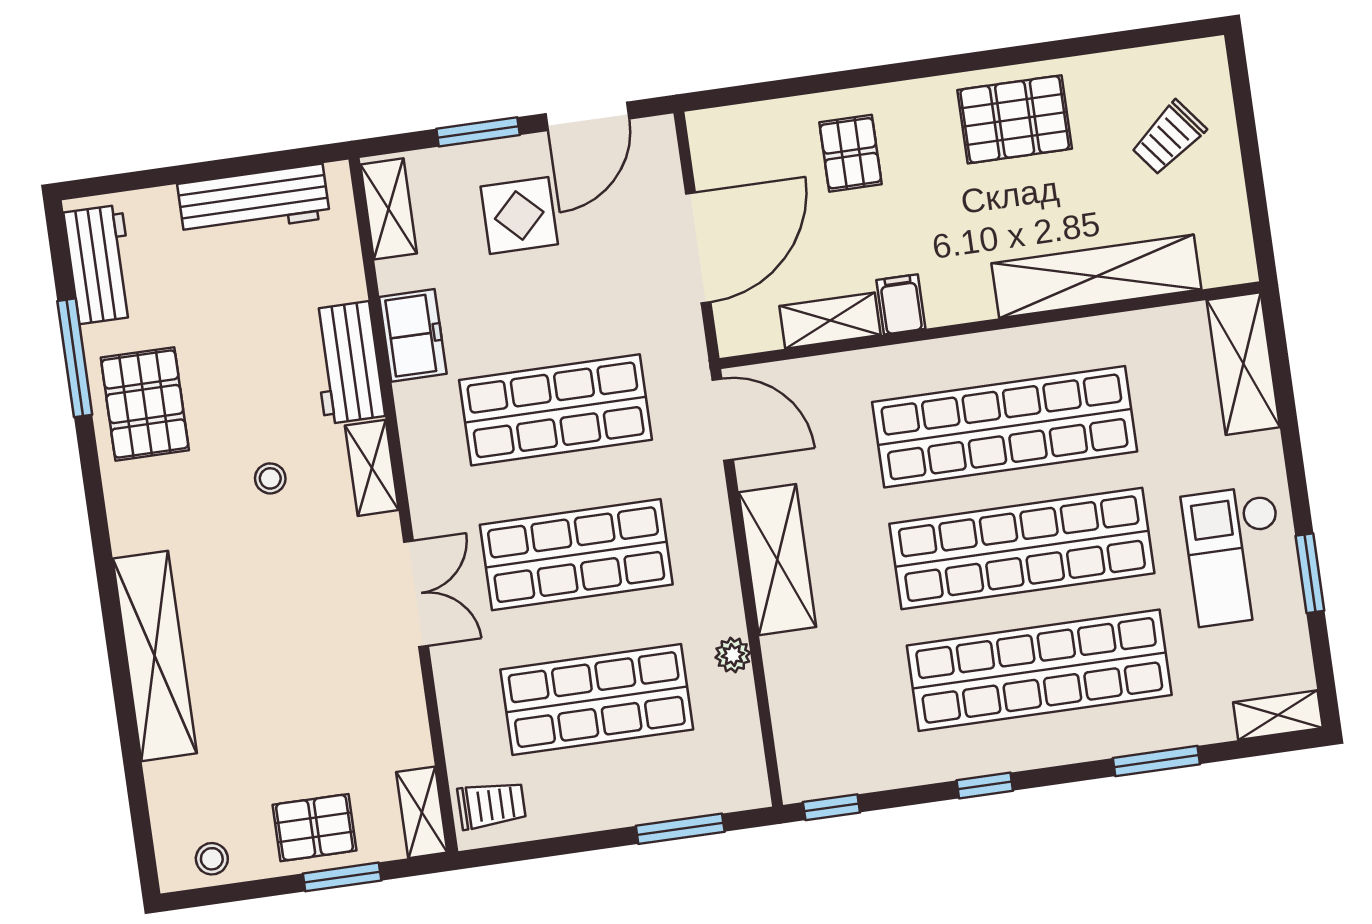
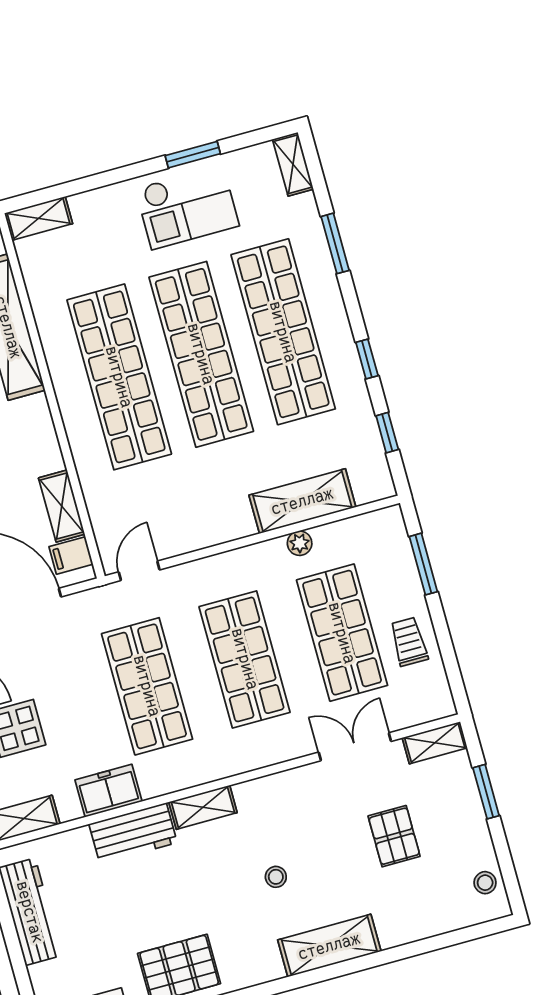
filing cabinet: (901, 304) -> (71, 555), moved
shelving: (1243, 364) -> (39, 218), width x0.67, depth x0.75
door: (723, 420) -> (139, 571), width x0.73
stool: (270, 478) -> (276, 877), moved
shelving: (777, 560) -> (302, 501), moved
double door: (416, 594) -> (355, 747), moved
shelving: (155, 656) -> (329, 946), width x0.68
trolley: (492, 805) -> (409, 642), moved
window: (831, 807) -> (387, 433), moved
pallet: (315, 828) -> (394, 836), moved

